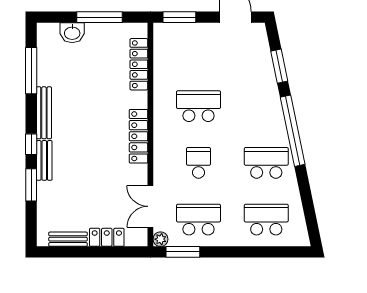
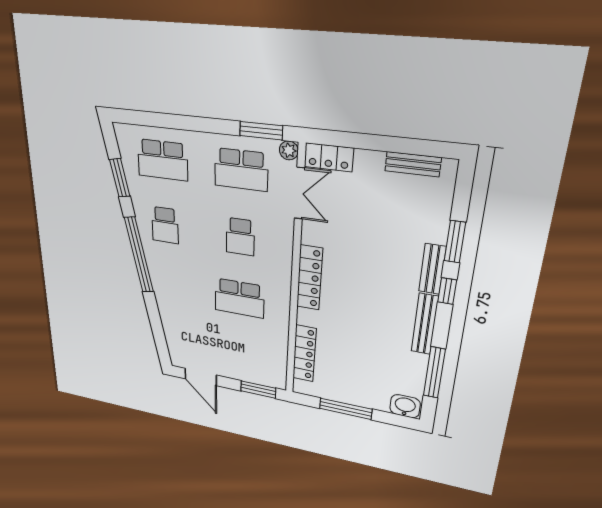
washbasin: (72, 33) -> (405, 406), moved
window: (279, 66) -> (120, 178), moved
school desk: (266, 163) -> (165, 225), width x0.54
locker: (107, 237) -> (329, 157), moved

